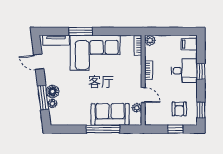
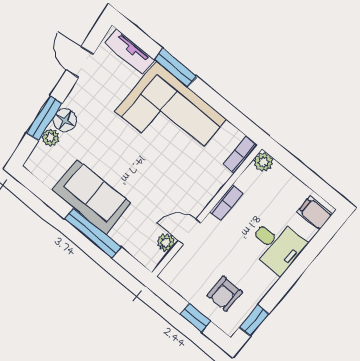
window: (201, 71) -> (299, 266), removed
door: (143, 95) -> (190, 232), swing flipped
sofa: (110, 114) -> (92, 197), moved

